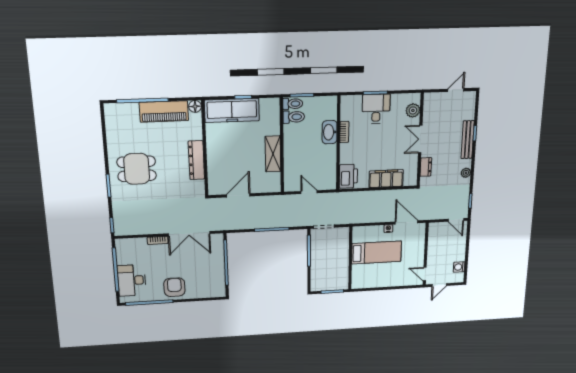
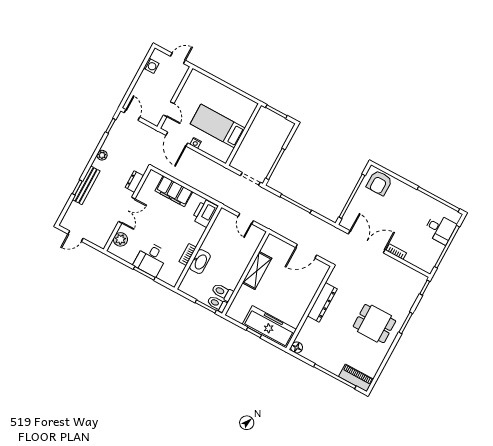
piano: (164, 112) -> (356, 378), moved, width x0.73, depth x0.75
door: (425, 274) -> (169, 109), moved
desk: (132, 280) -> (440, 229), width x0.73
armchair: (174, 287) -> (379, 183), moved

